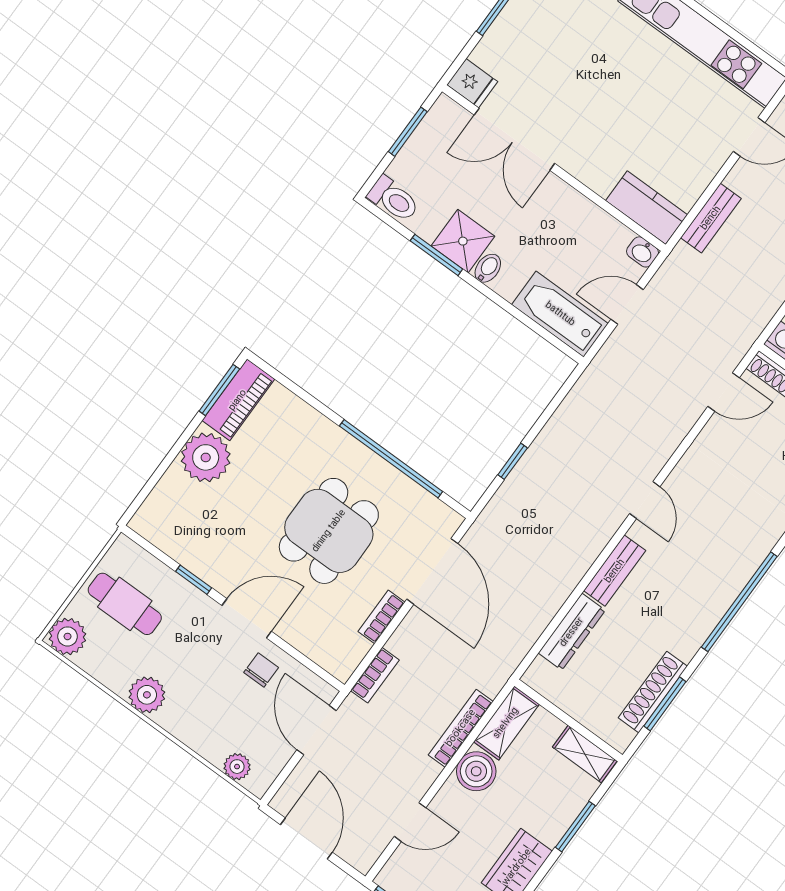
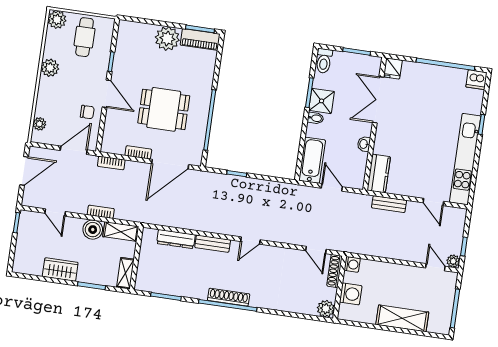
washbasin: (643, 252) -> (364, 144), moved
shoe rack: (653, 692) -> (229, 297), moved
bookcase: (461, 728) -> (101, 212), width x0.64

